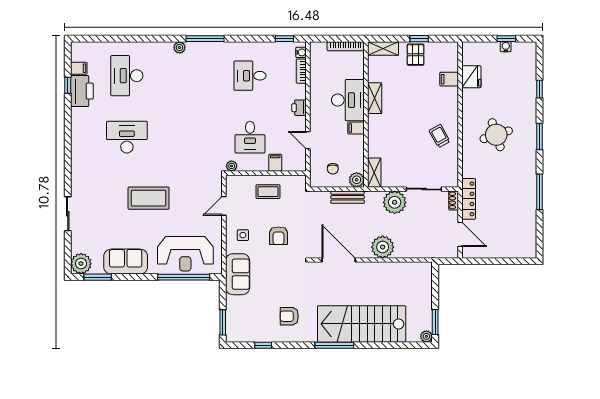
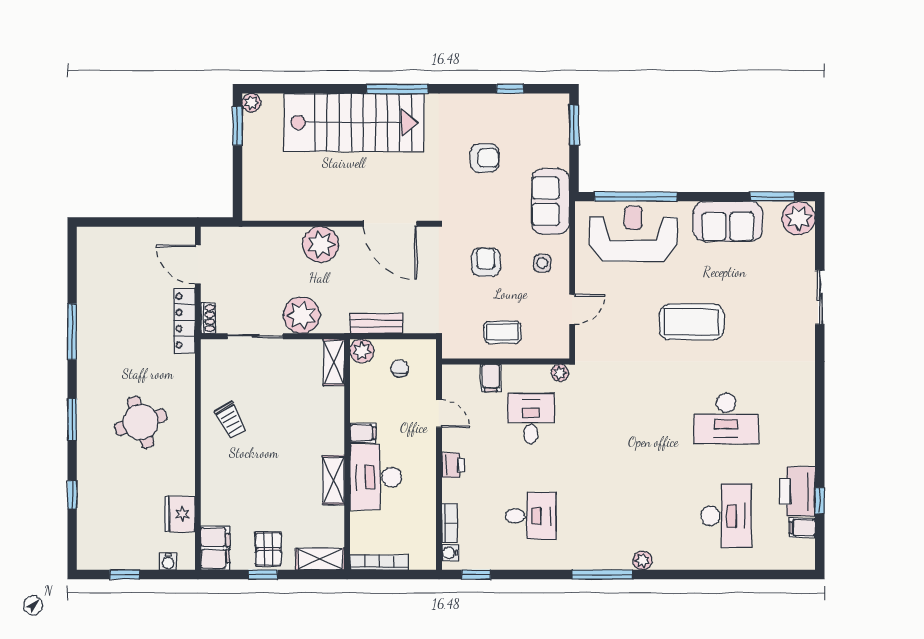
water cooler: (506, 47) -> (168, 562), moved
filing cabinet: (449, 79) -> (215, 548), moved, width x2.00
armchair: (289, 316) -> (485, 158), moved

